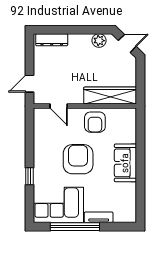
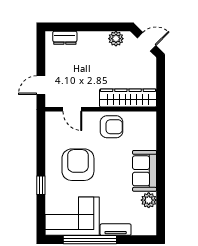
dresser: (52, 40) -> (65, 38), width x0.70
armchair: (95, 122) -> (112, 127), turned -90
armchair: (78, 159) -> (78, 165), moved
plant: (129, 190) -> (149, 200), added

